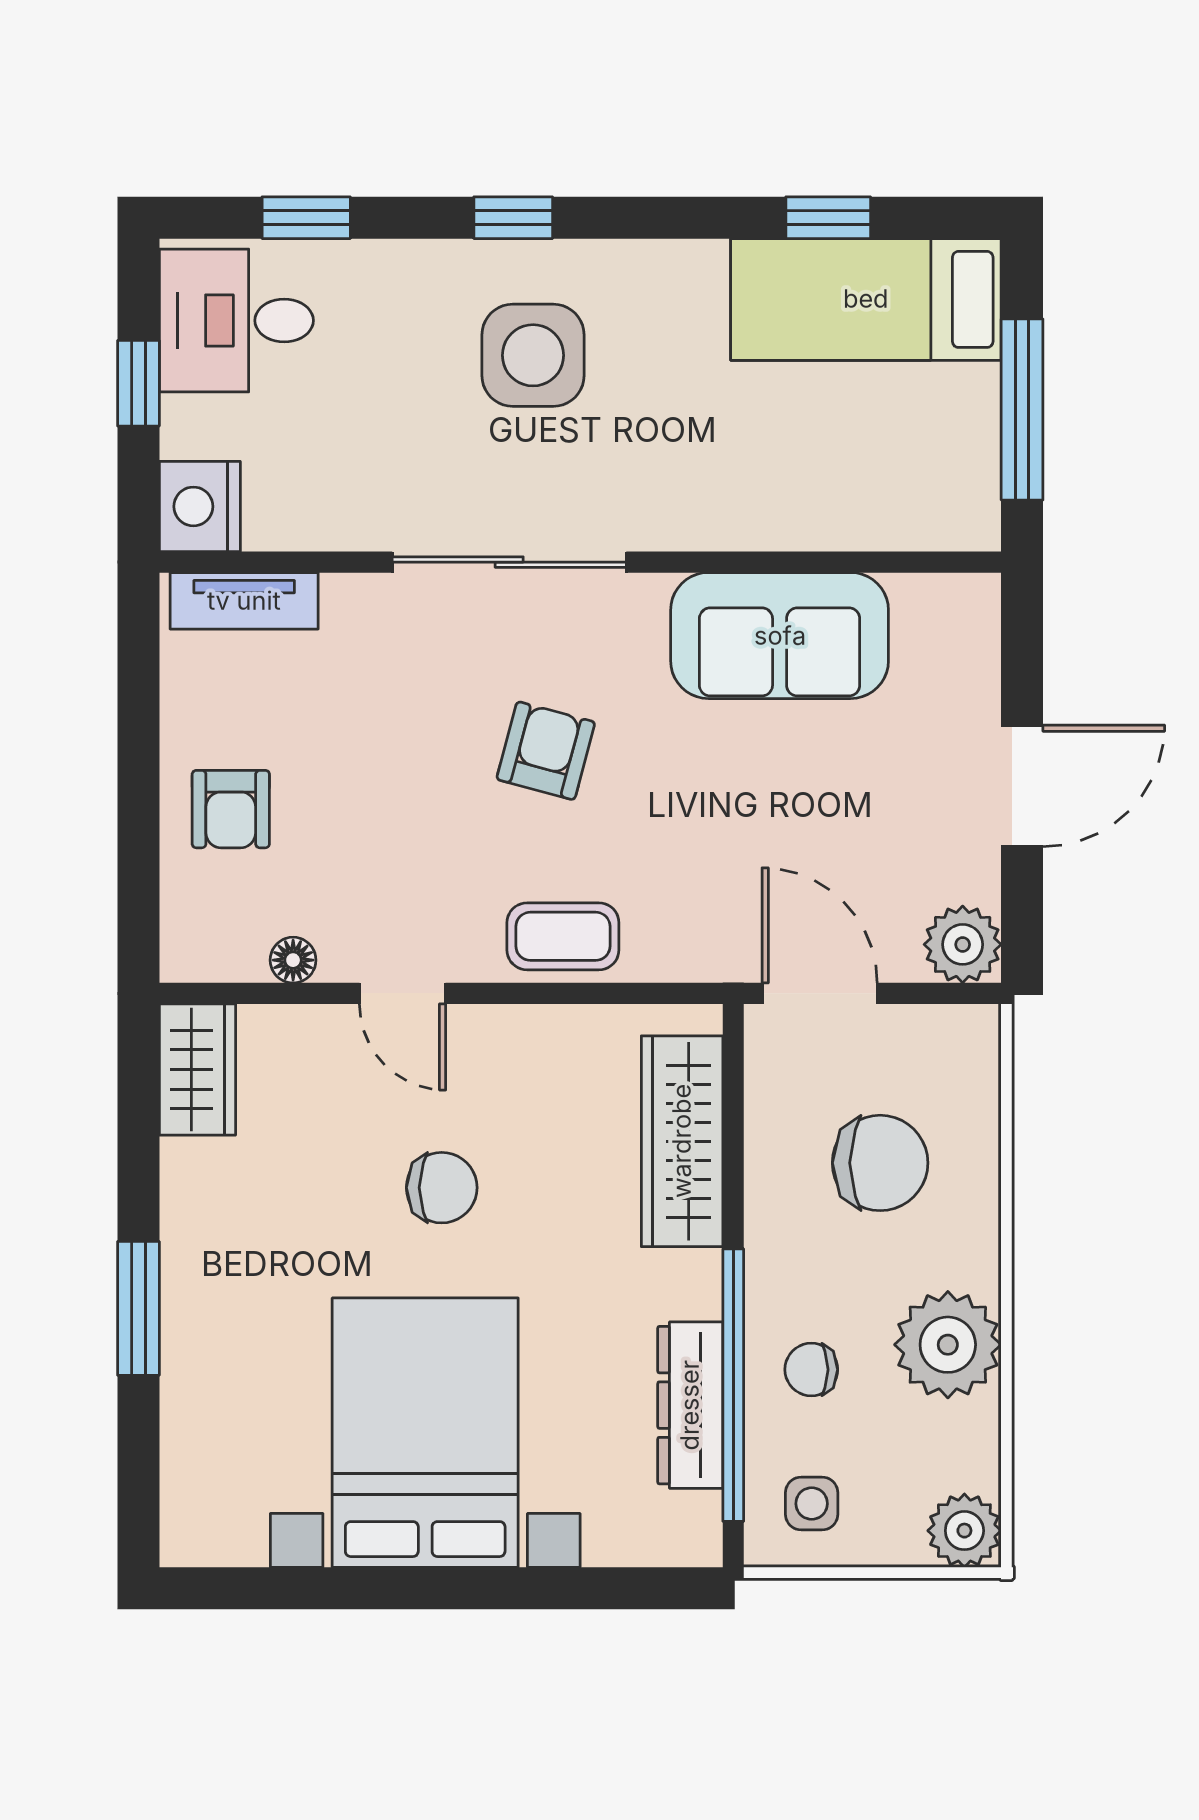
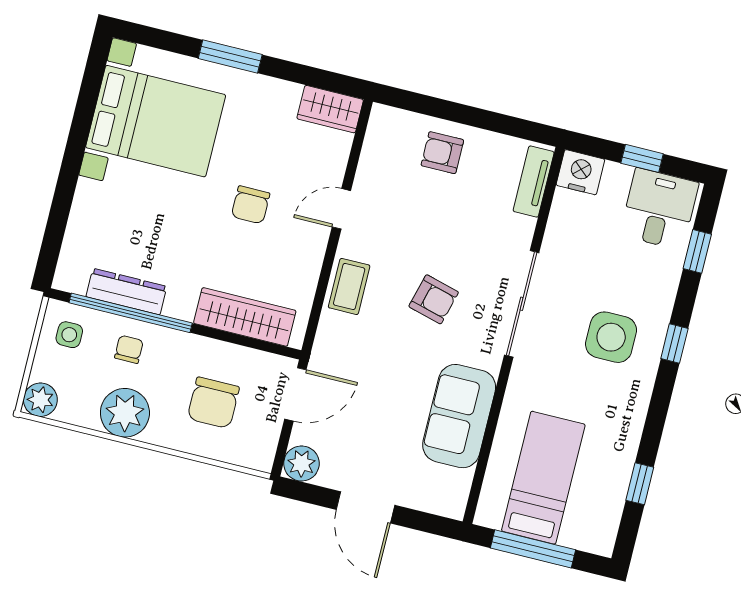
bed: (866, 299) -> (543, 478), moved
floor lamp: (293, 960) -> (368, 164), removed
bed with nightstands: (425, 1433) -> (156, 121), moved

